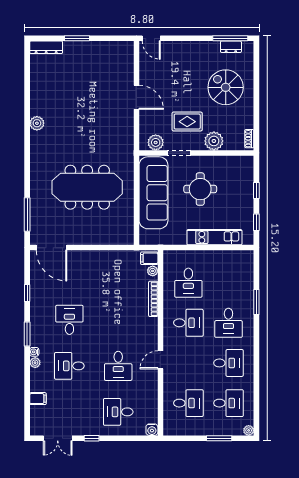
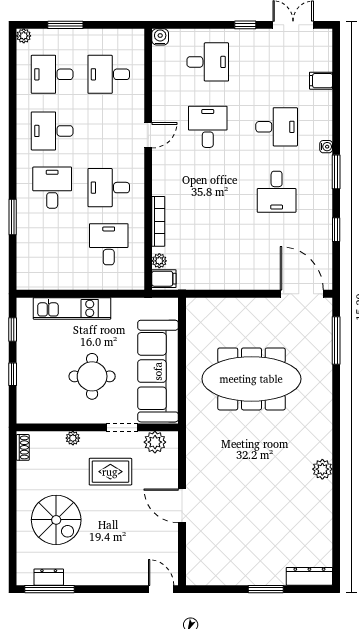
plant: (214, 141) -> (73, 438), width x0.53, depth x0.53
plant: (35, 363) -> (325, 131), removed

